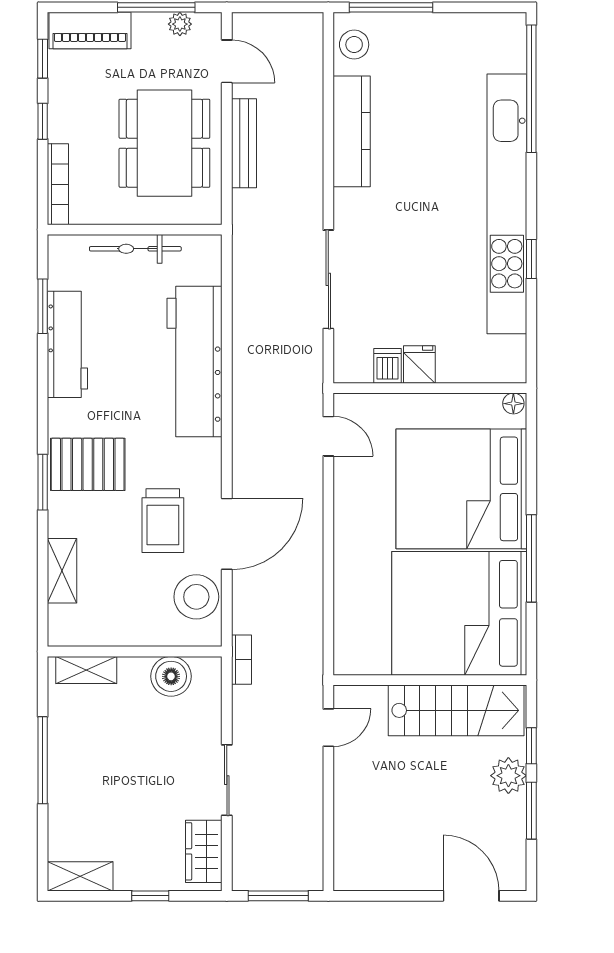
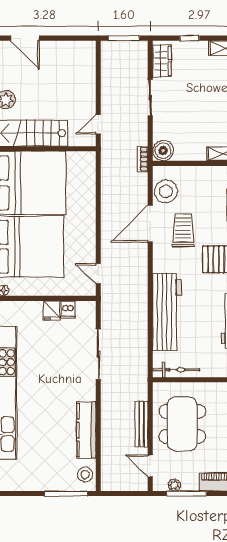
bicycle: (135, 249) -> (176, 370), moved
boiler: (171, 676) -> (163, 151), moved

